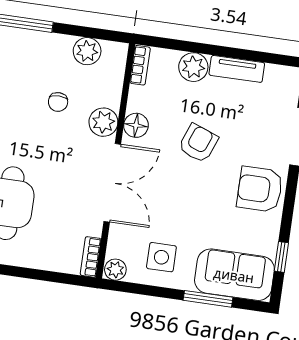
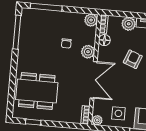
plant: (87, 51) -> (91, 20), moved
floor lamp: (136, 125) -> (104, 40), moved

